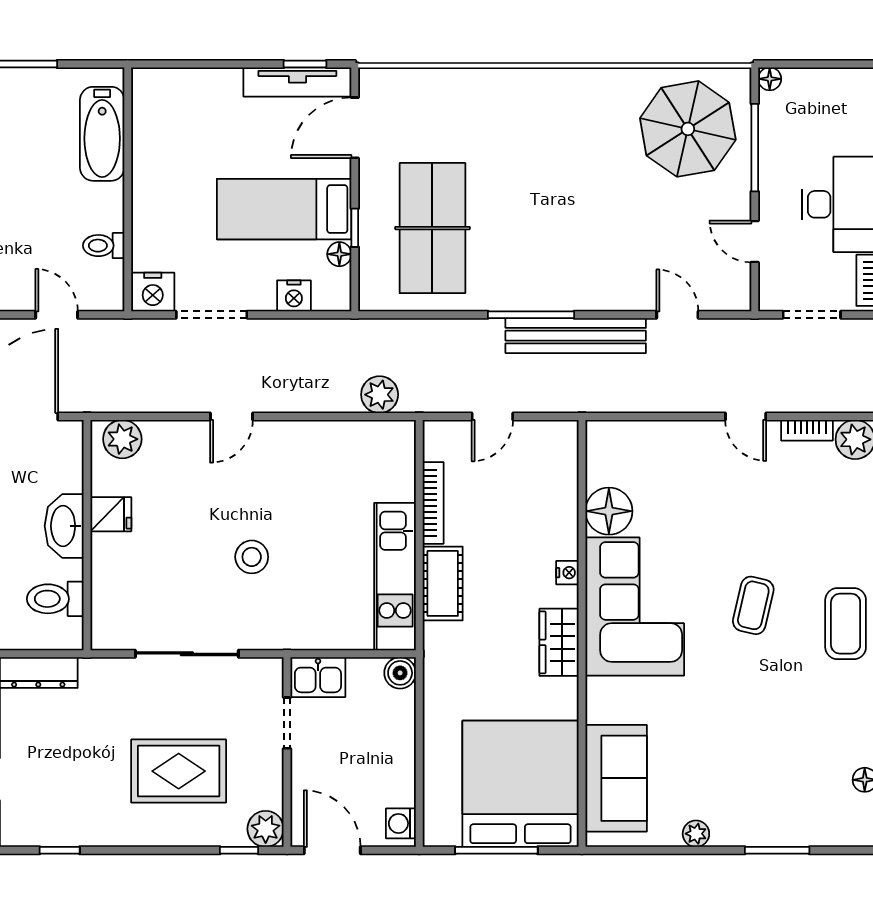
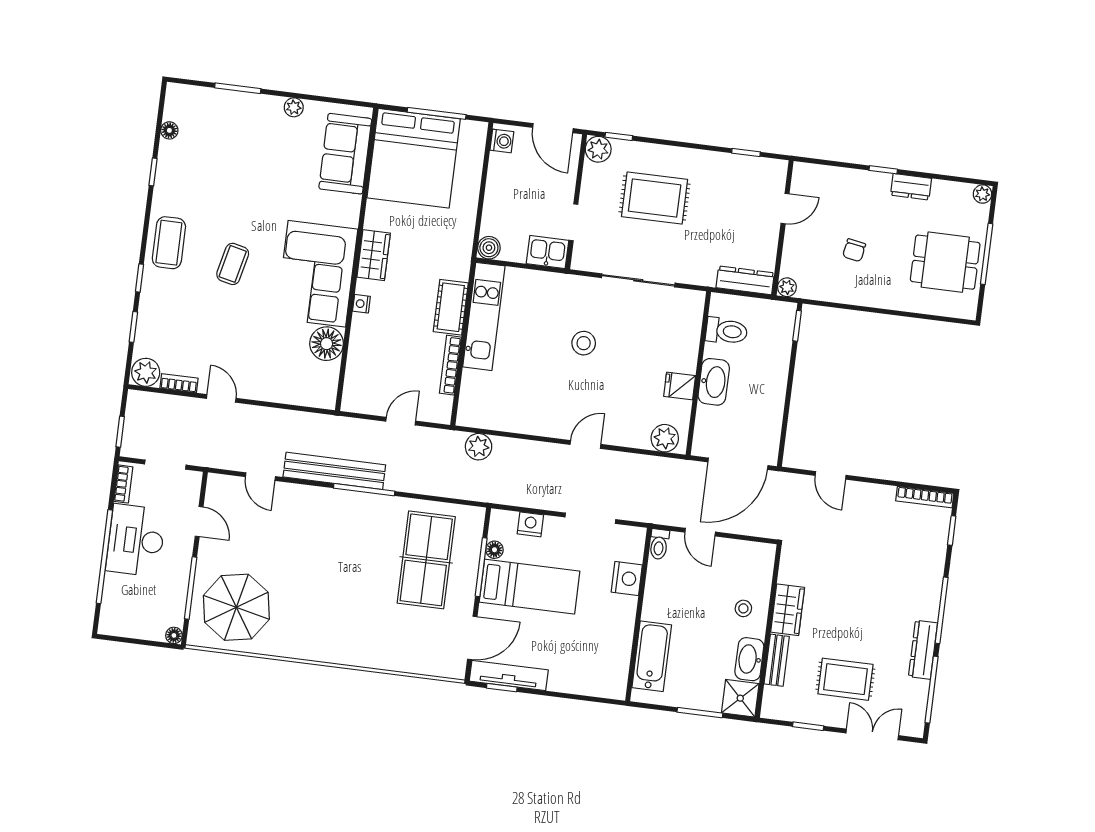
window: (355, 228) -> (481, 567), width x2.17
toilet: (104, 246) -> (659, 544), moved, turned 90
nightstand: (153, 292) -> (627, 579), moved, turned 90

